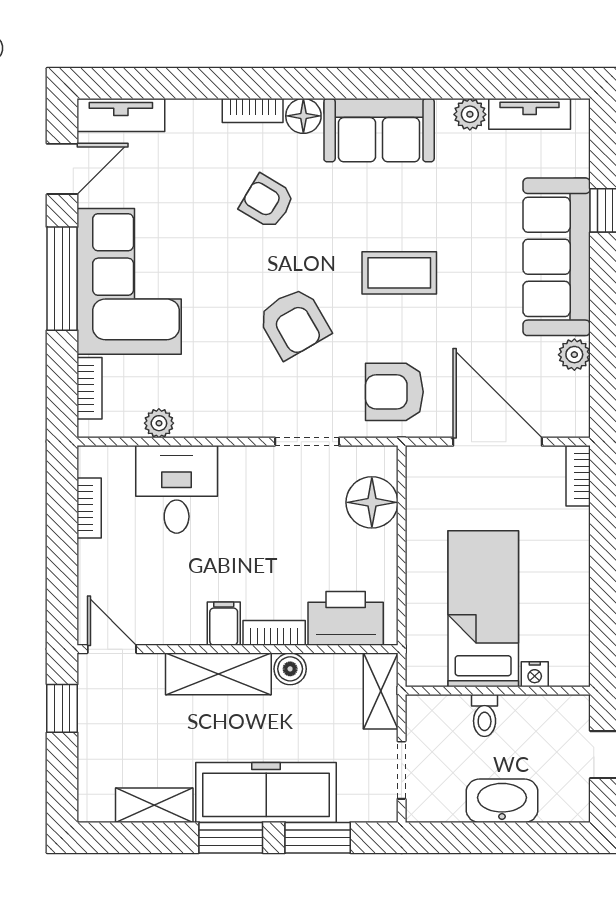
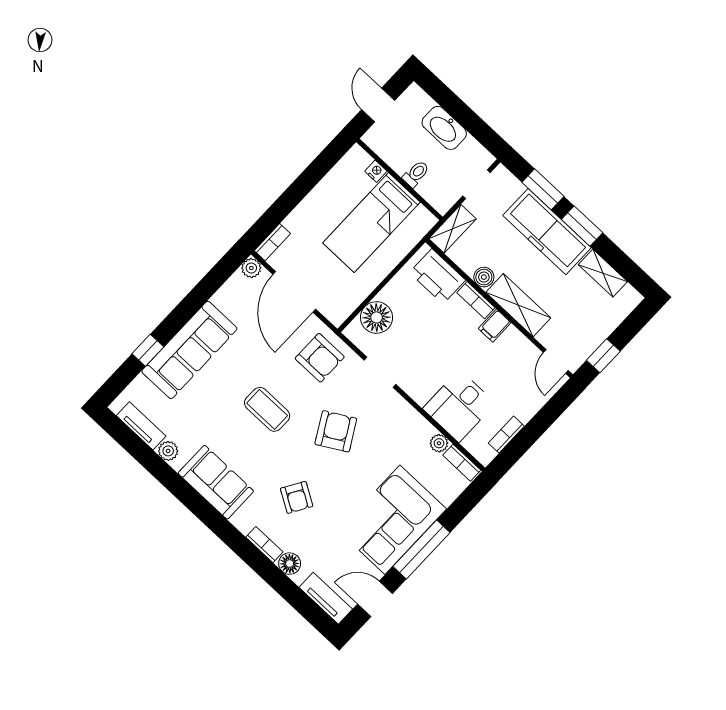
floor lamp: (303, 116) -> (290, 564), moved
plant: (574, 355) -> (251, 268), moved
bookcase: (89, 388) -> (462, 463), moved, turned -90

